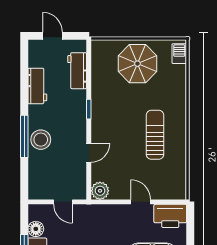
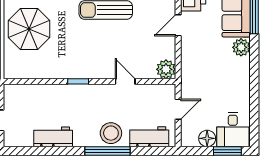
workbench: (77, 71) -> (149, 137), moved, turned 180

